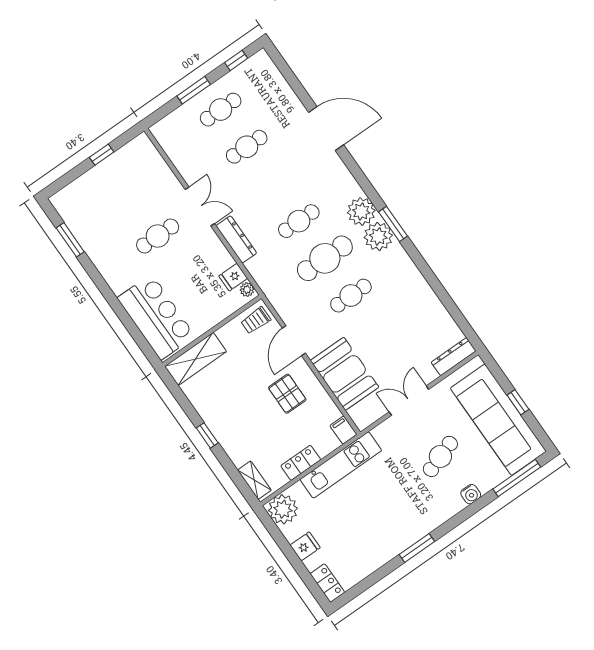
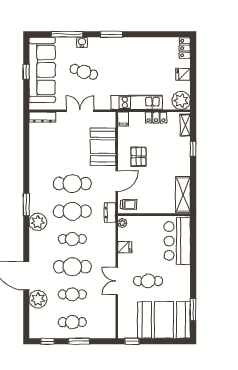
window: (102, 155) -> (132, 341), moved
cafe table: (273, 184) -> (72, 267), added
booth: (100, 199) -> (164, 320), added
plant: (378, 236) -> (38, 299), moved
dresser: (236, 239) -> (110, 213), moved, width x0.70
fridge: (233, 277) -> (125, 247), moved
cafe table: (351, 296) -> (72, 184), width x1.37, depth x1.35
shelving: (196, 359) -> (183, 194), moved, turned 90
double door: (409, 401) -> (80, 111), swing flipped
window: (207, 435) -> (193, 149), moved
cafe table: (440, 456) -> (84, 72), turned 36
window: (517, 478) -> (67, 34), moved
window: (417, 548) -> (112, 34), moved

